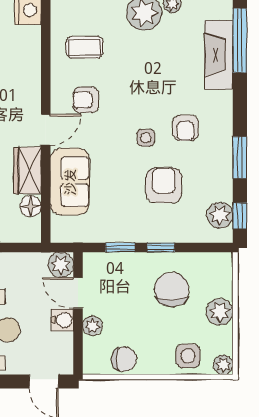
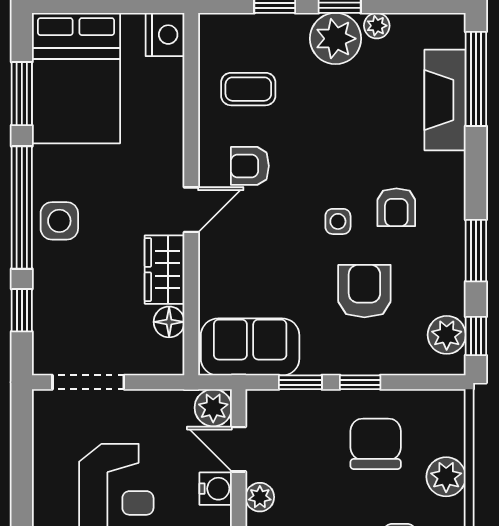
sofa: (70, 182) -> (250, 347), moved, turned -90

